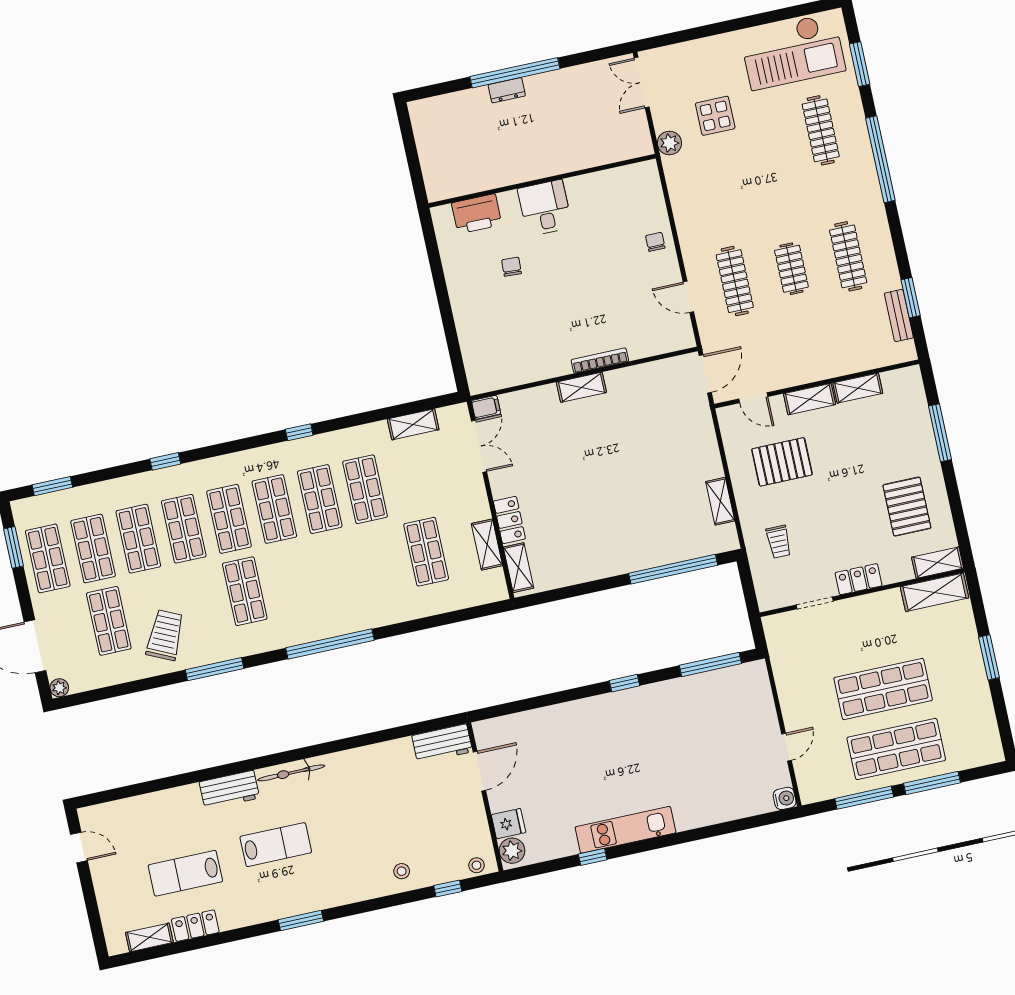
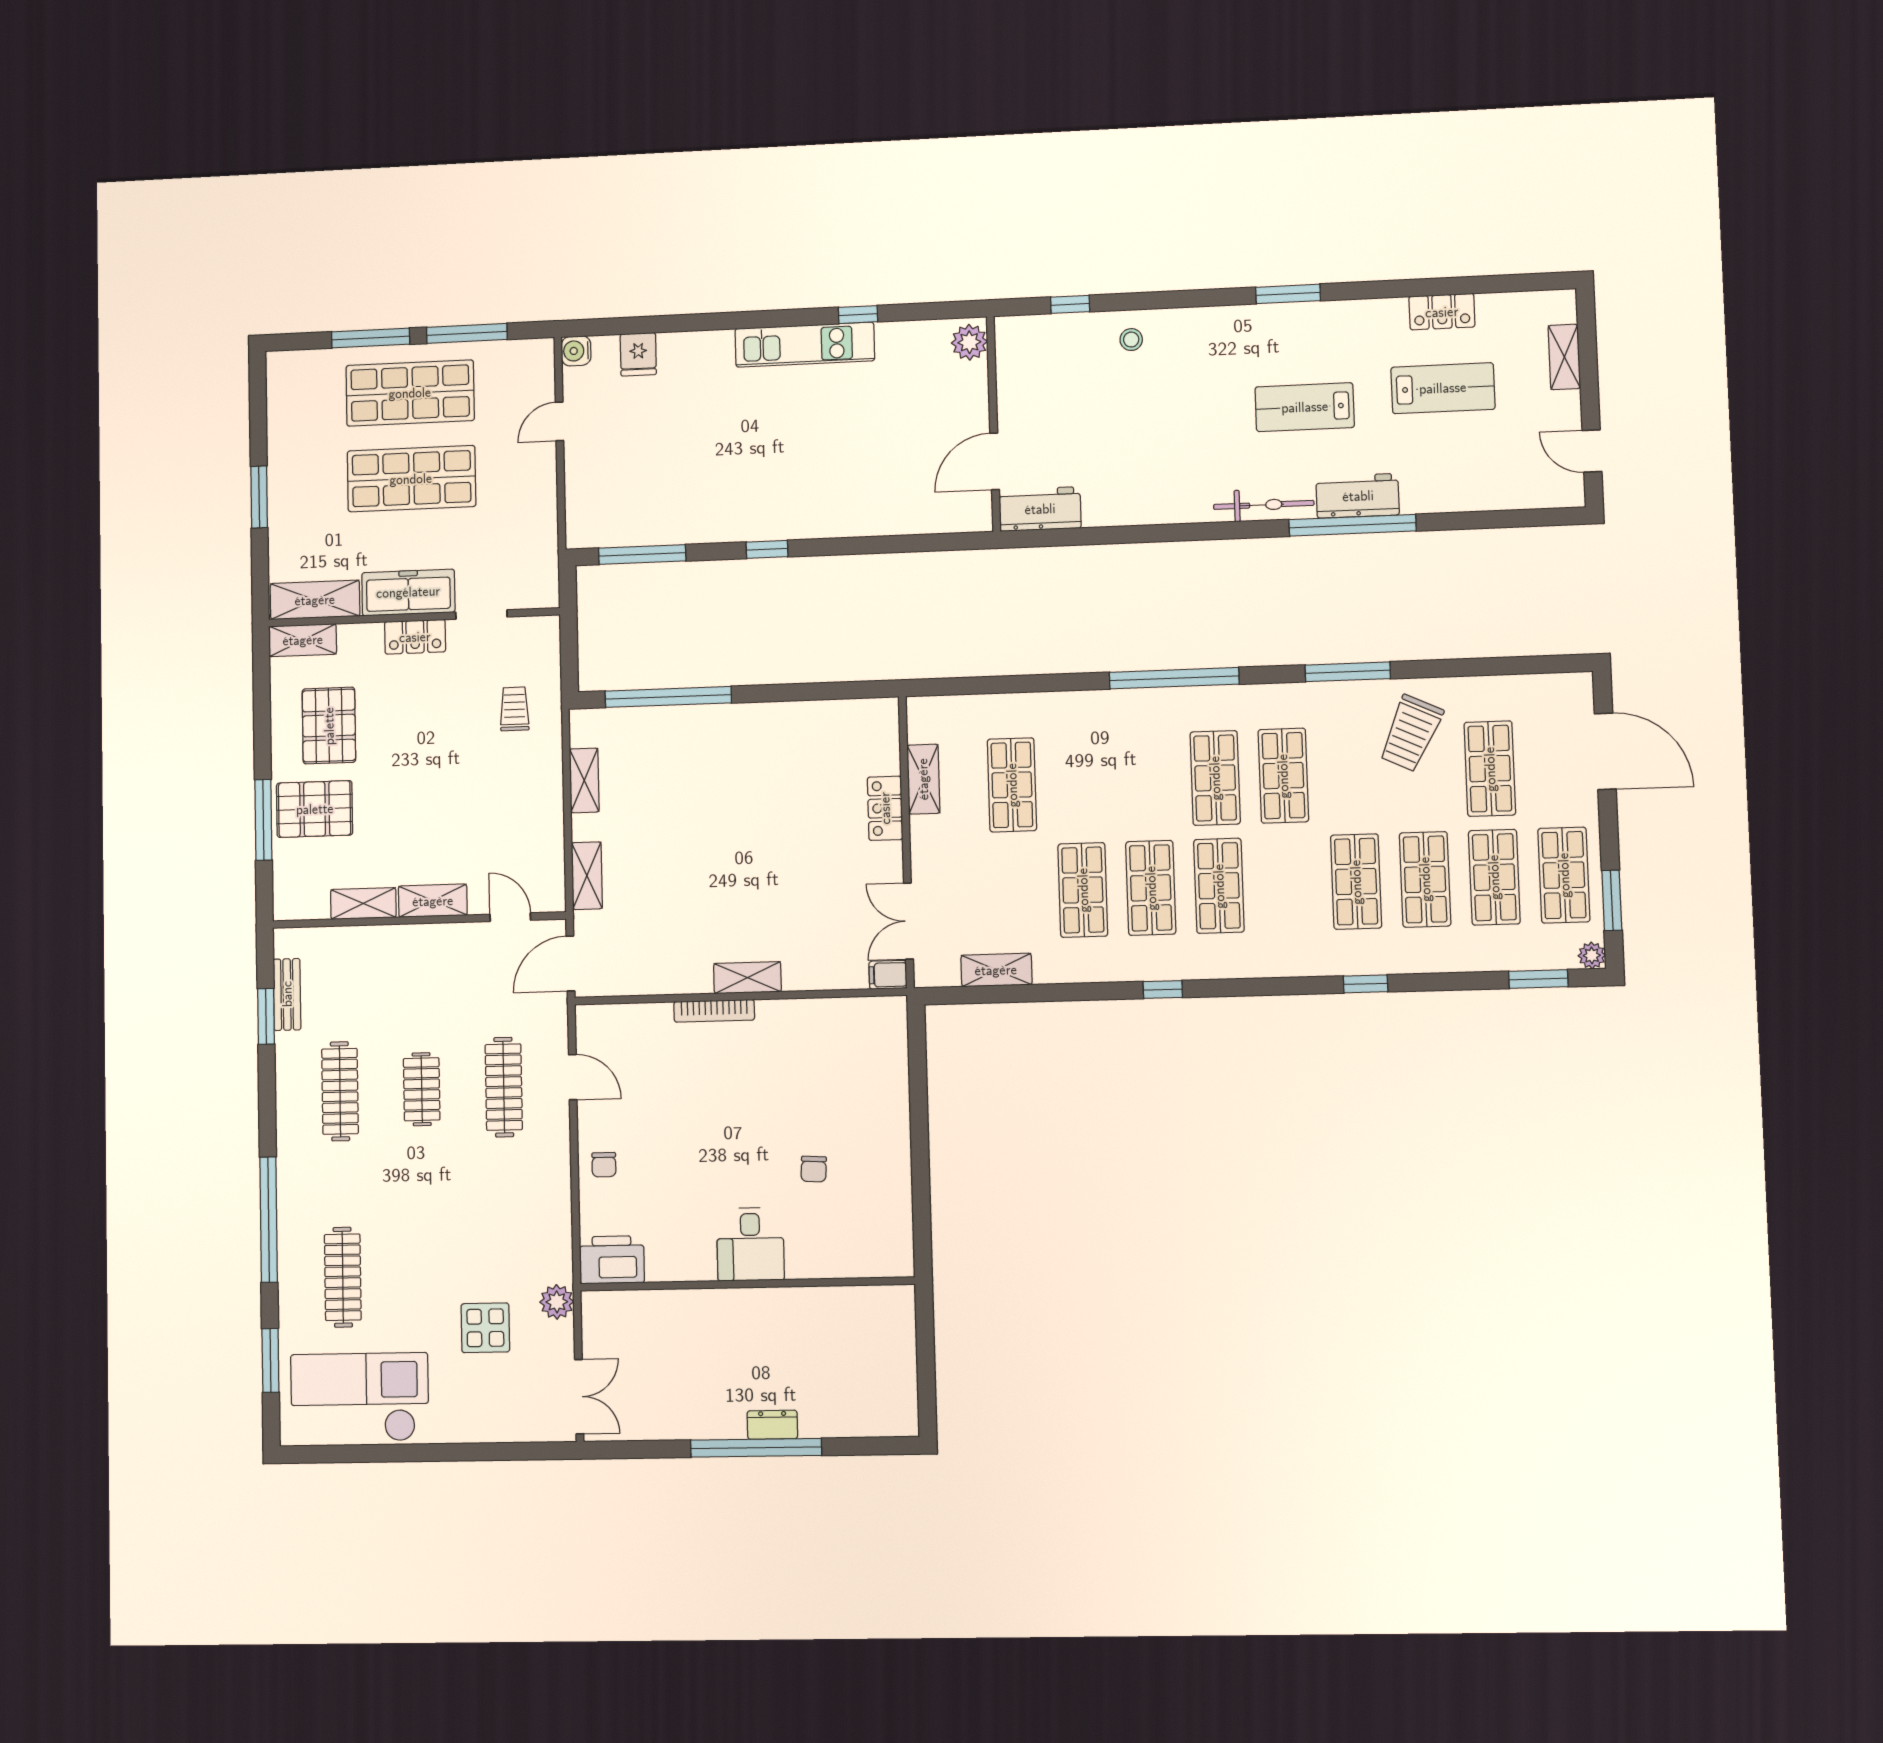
printer: (477, 214) -> (612, 1260), moved
pallet: (782, 462) -> (315, 809), moved
shop shelf: (229, 519) -> (1215, 778), moved
shelving: (519, 568) -> (587, 876), moved
freezer: (869, 609) -> (408, 592), added
plant: (59, 688) -> (1592, 955), moved
window: (229, 769) -> (1352, 525), added
fridge: (508, 824) -> (638, 354), moved, turned -90
stool: (476, 865) -> (1023, 330), removed
shelving: (149, 937) -> (1564, 357), moved, turned 90

